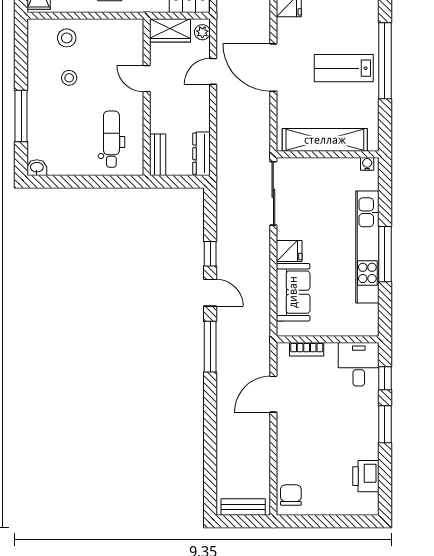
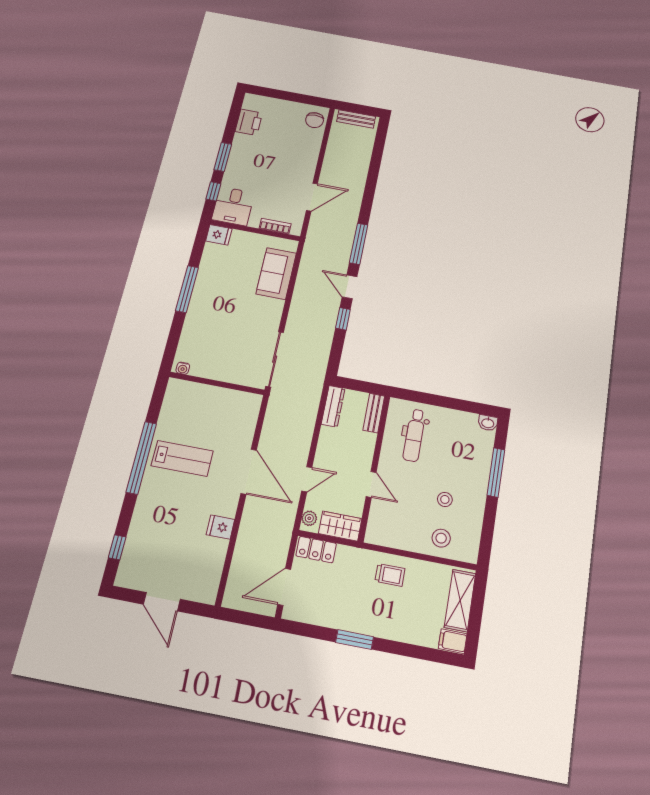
shelving: (325, 140) -> (216, 397), removed
kitchen unit: (367, 247) -> (201, 298), removed
fridge: (289, 251) -> (219, 235), moved, turned 180

